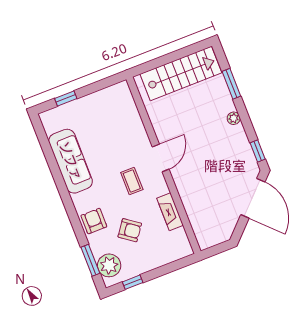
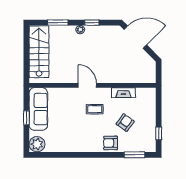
window: (66, 98) -> (26, 118), moved
window: (258, 151) -> (92, 23), moved
sofa: (71, 161) -> (38, 109), moved, turned 90
plant: (109, 265) -> (37, 144), moved

